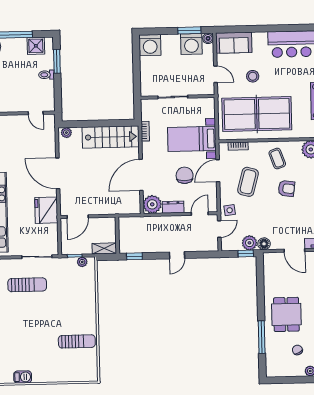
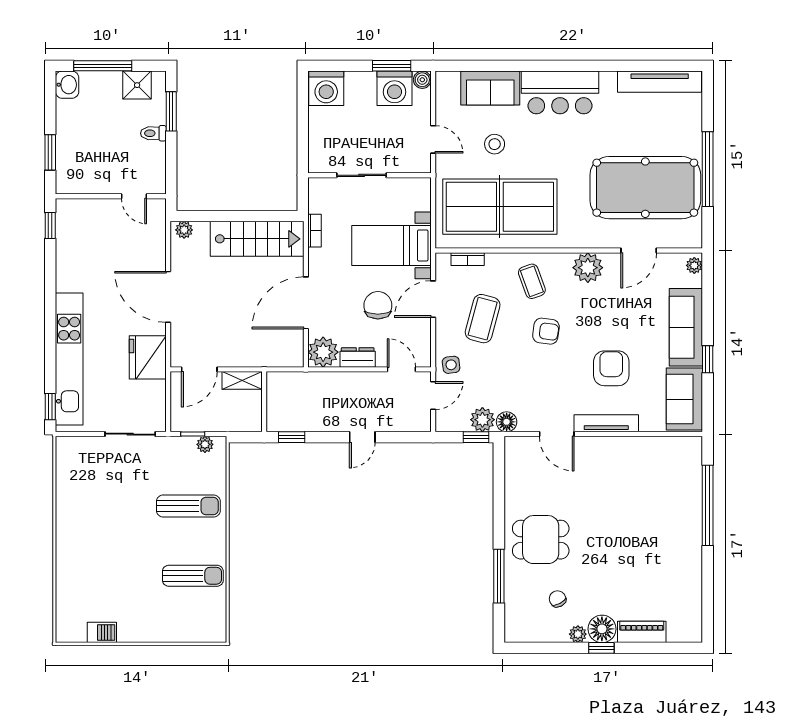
sofa: (234, 43) -> (490, 88), moved
door: (200, 214) -> (401, 369), hinge flipped
shelving: (104, 248) -> (242, 380), moved
sun lounger: (27, 285) -> (188, 506), moved
dining table: (286, 314) -> (541, 540), turned 90

